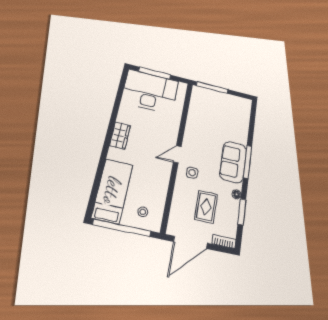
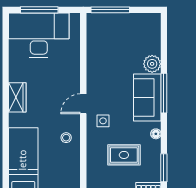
plant: (241, 136) -> (152, 64), added
rug: (206, 207) -> (124, 155), turned 90
stool: (143, 212) -> (66, 138), moved
window: (242, 212) -> (164, 168), moved

